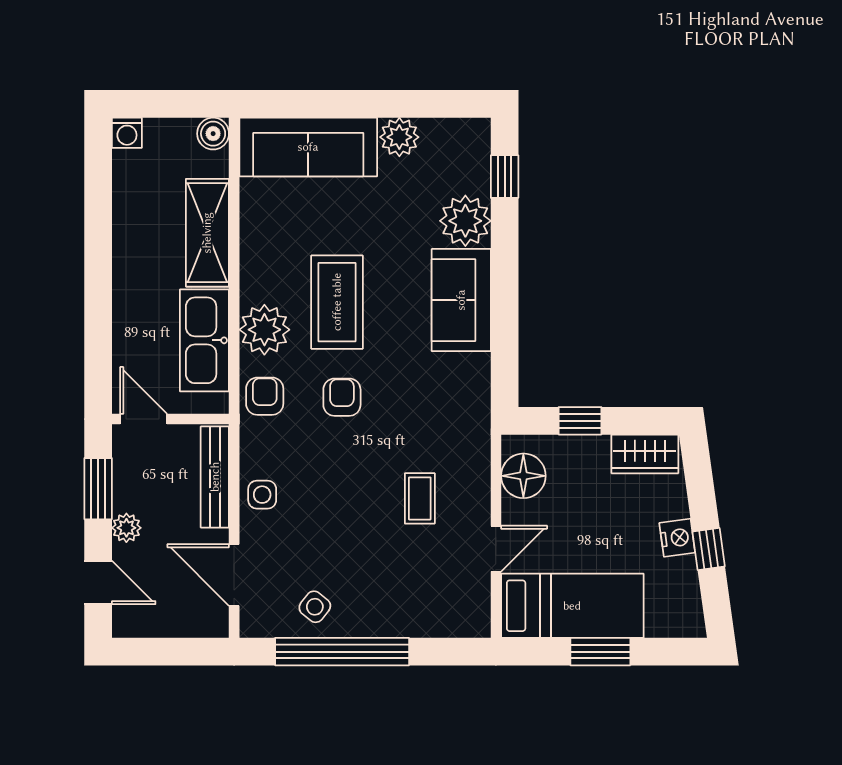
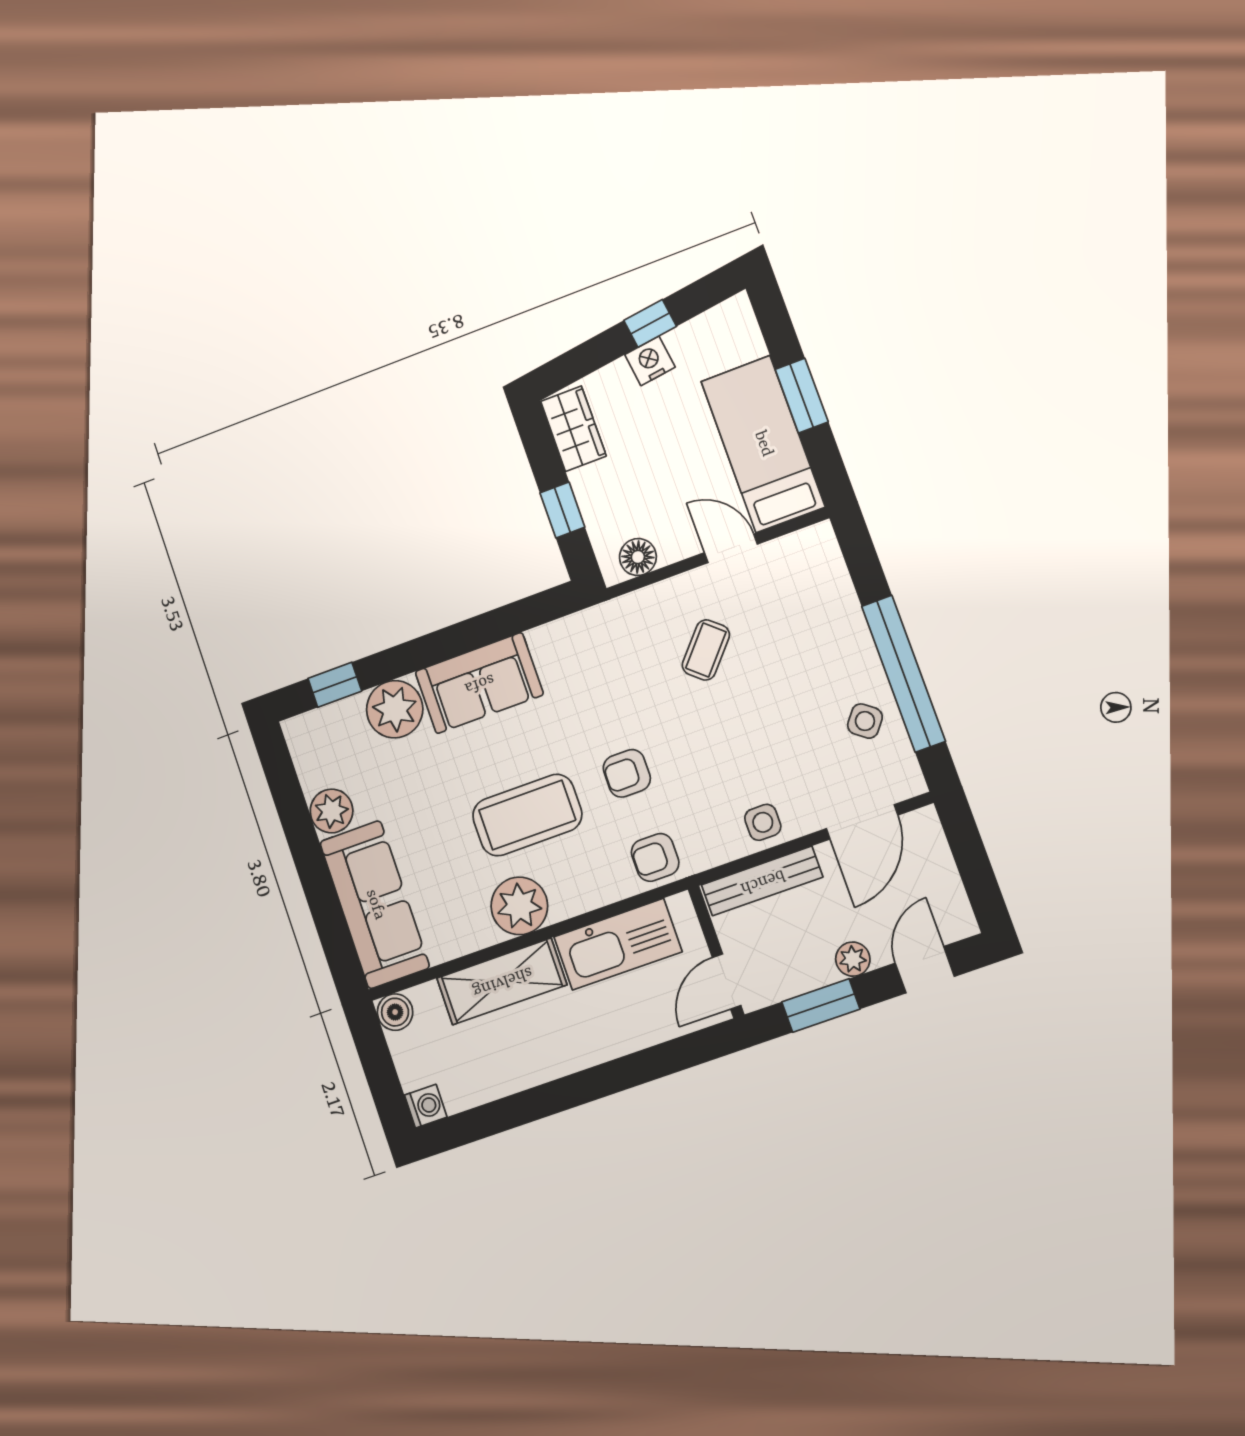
plant: (264, 330) -> (519, 906), moved
floor lamp: (523, 476) -> (638, 557), width x0.73, depth x0.73
coffee table: (420, 498) -> (706, 650), turned -49

